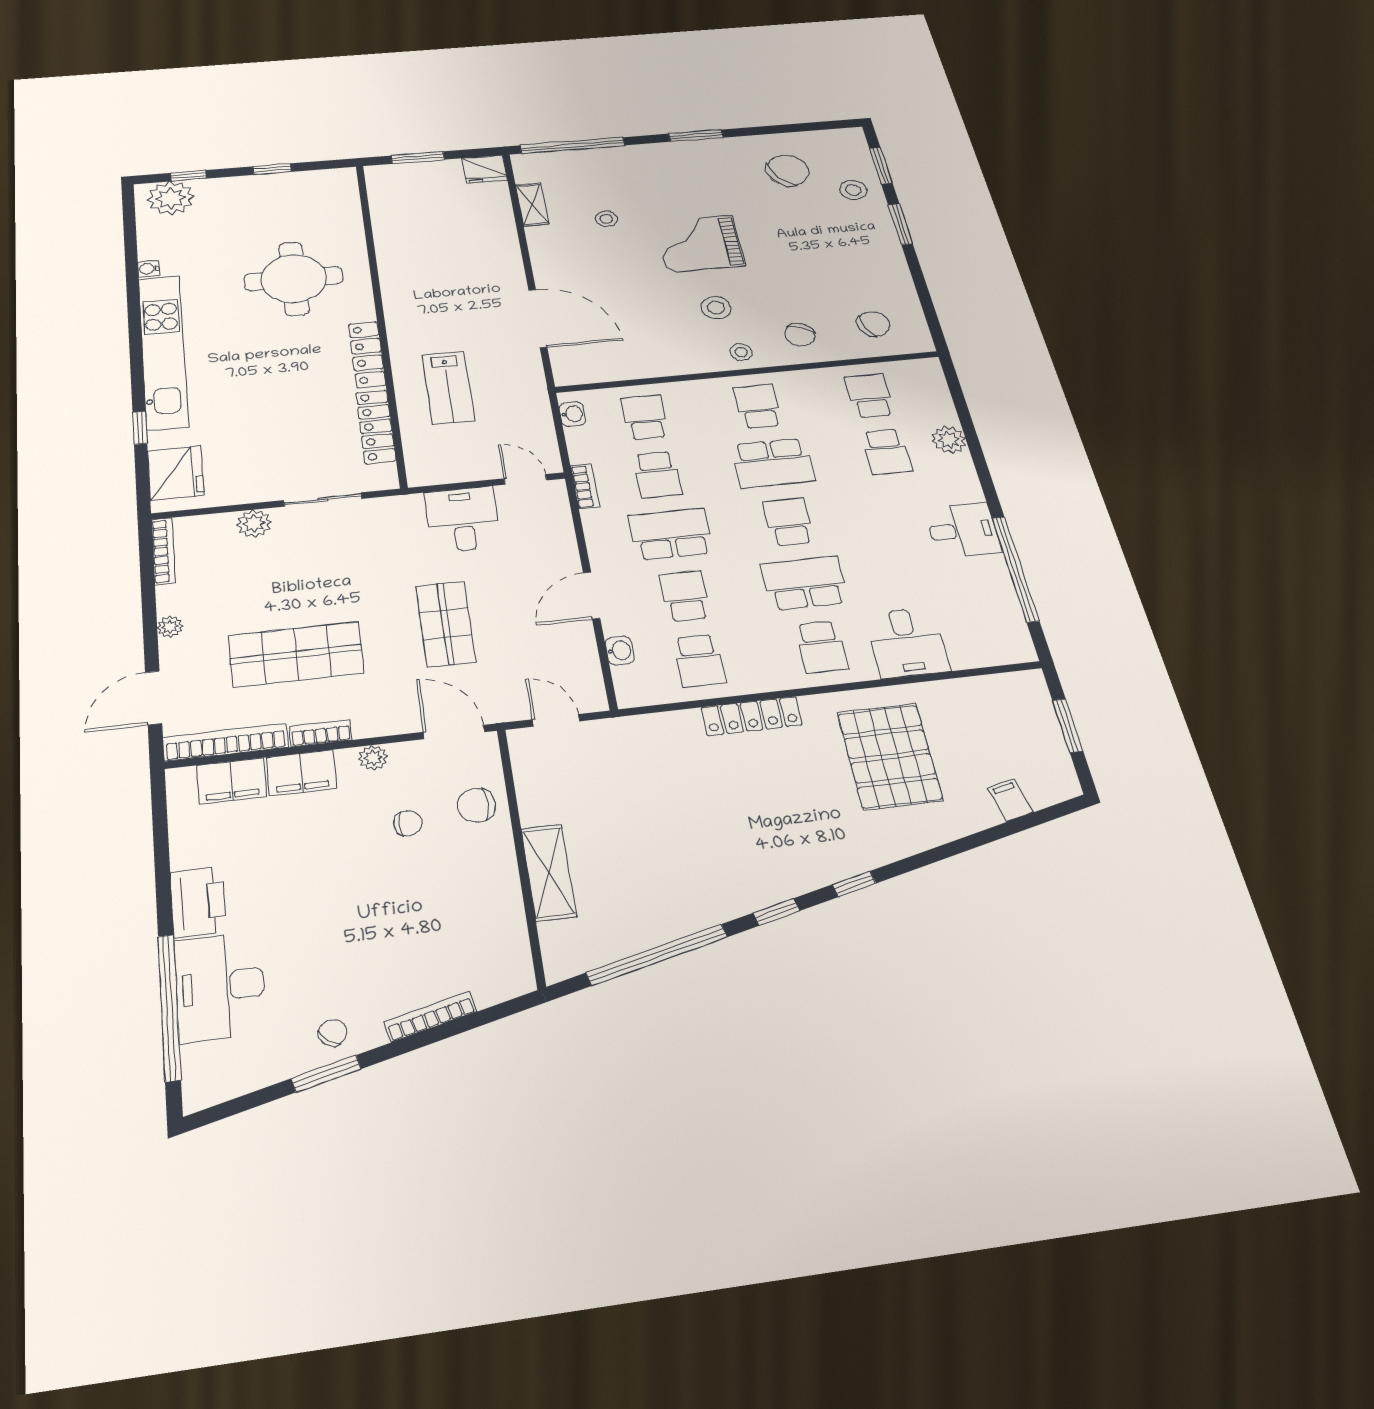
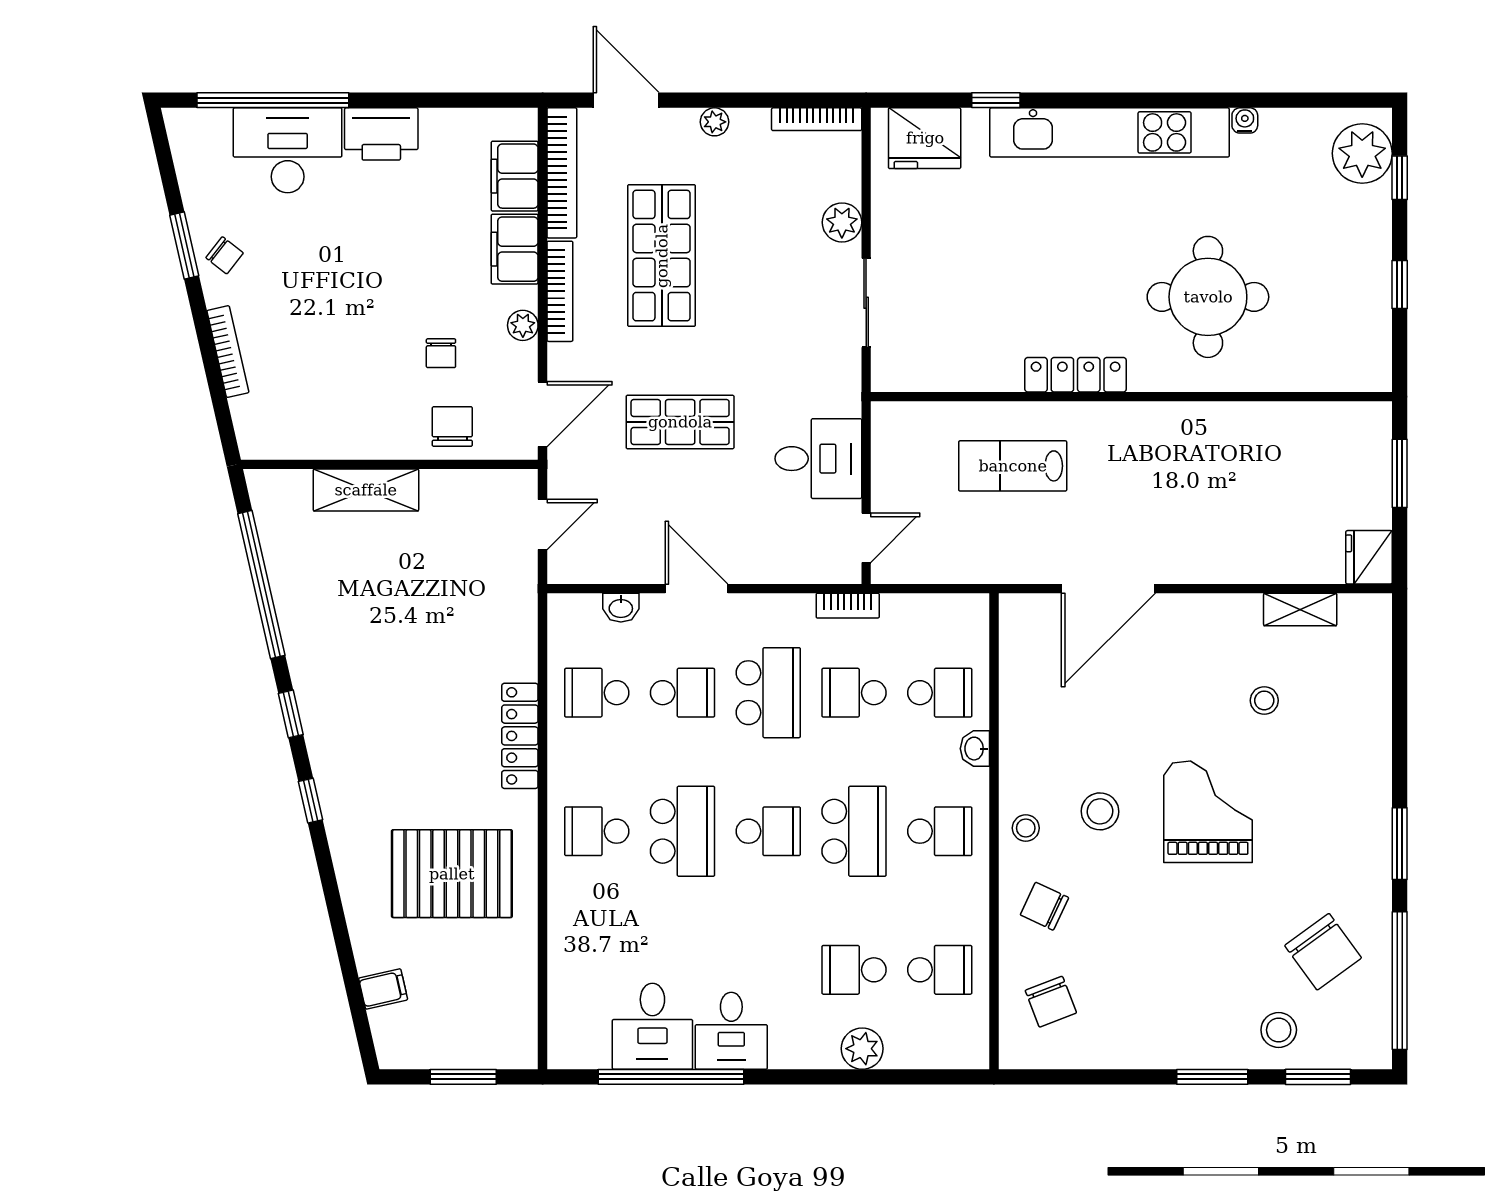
window: (572, 145) -> (1400, 981), moved
washbasin: (572, 414) -> (975, 749), moved, turned 90
locker: (376, 426) -> (965, 374), removed
school desk: (773, 463) -> (854, 831), turned 180
desk: (907, 642) -> (652, 1026), moved, turned -90
bookcase: (321, 733) -> (560, 291), width x1.56

